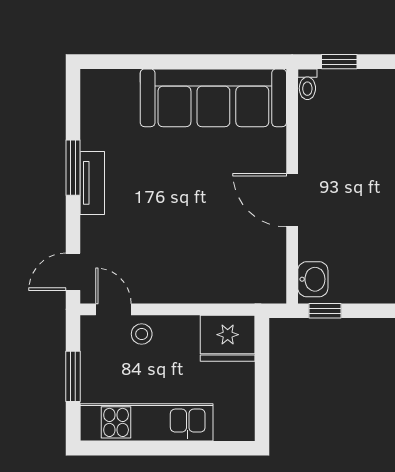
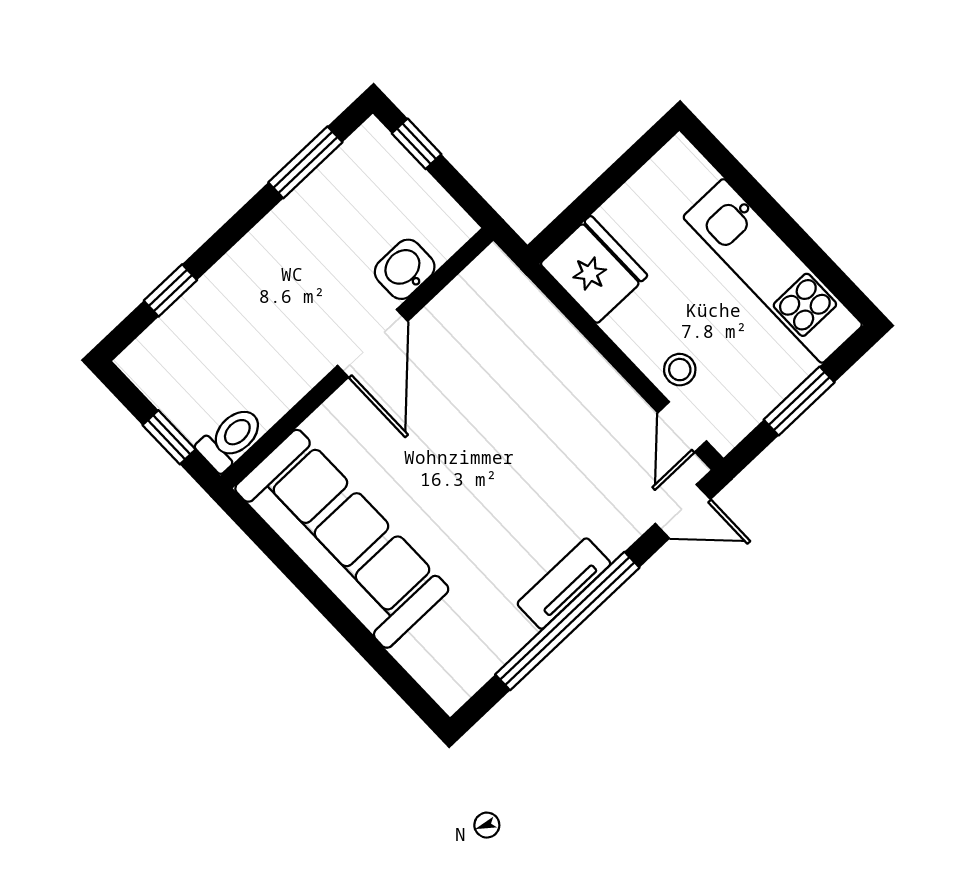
toilet: (307, 84) -> (231, 438), width x1.37, depth x1.39
window: (73, 168) -> (567, 621), width x2.11
washbasin: (313, 279) -> (405, 269), moved
window: (325, 311) -> (417, 144), moved

